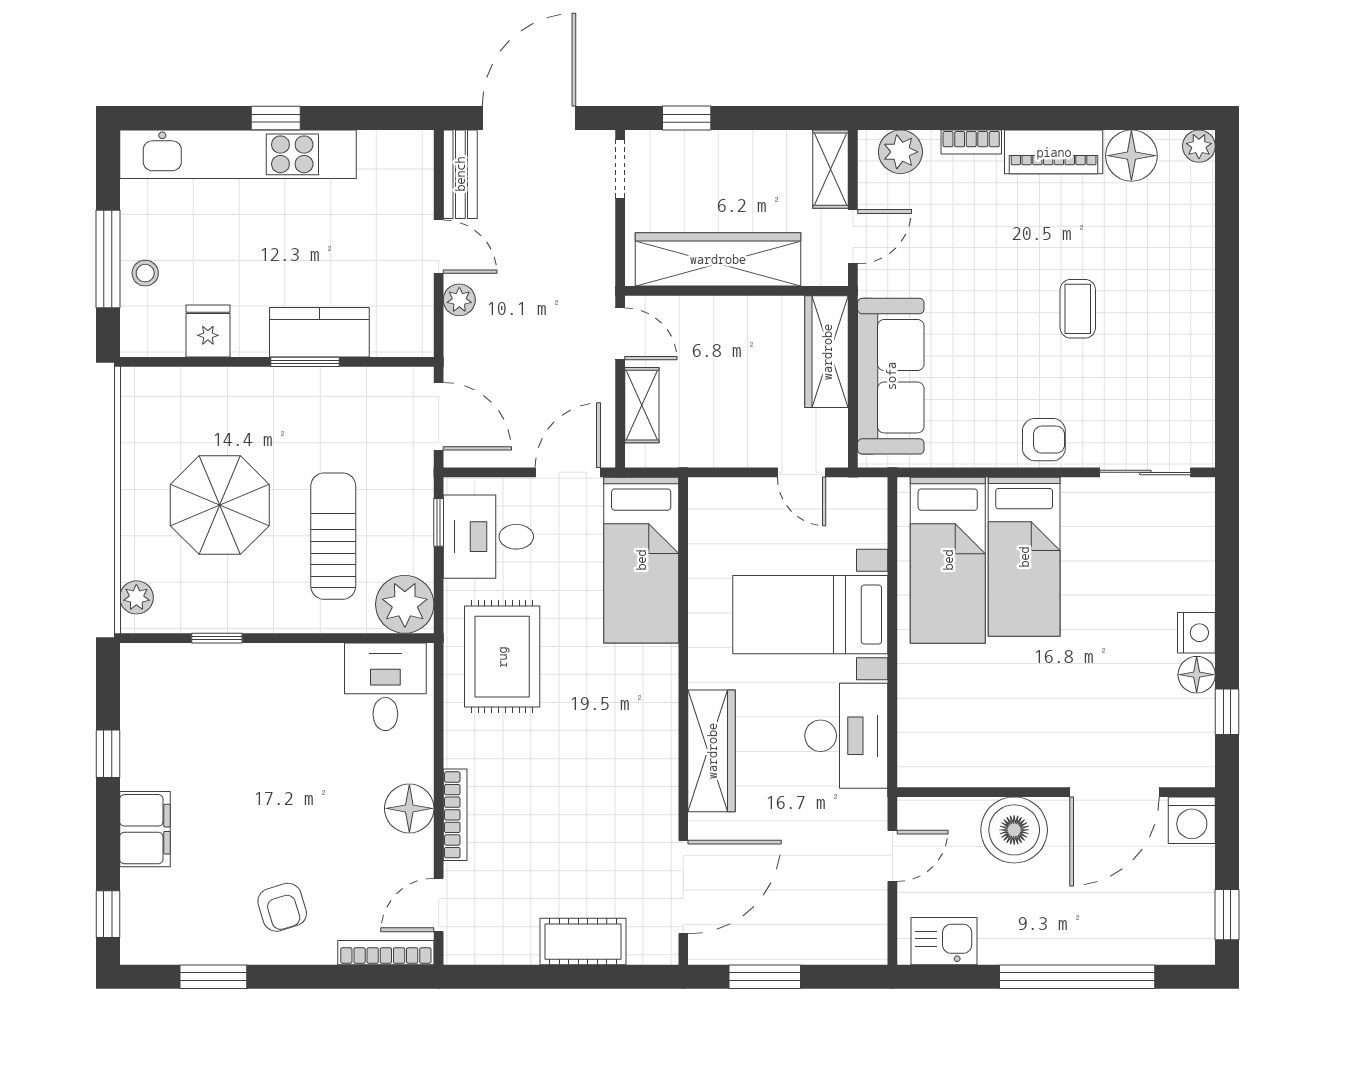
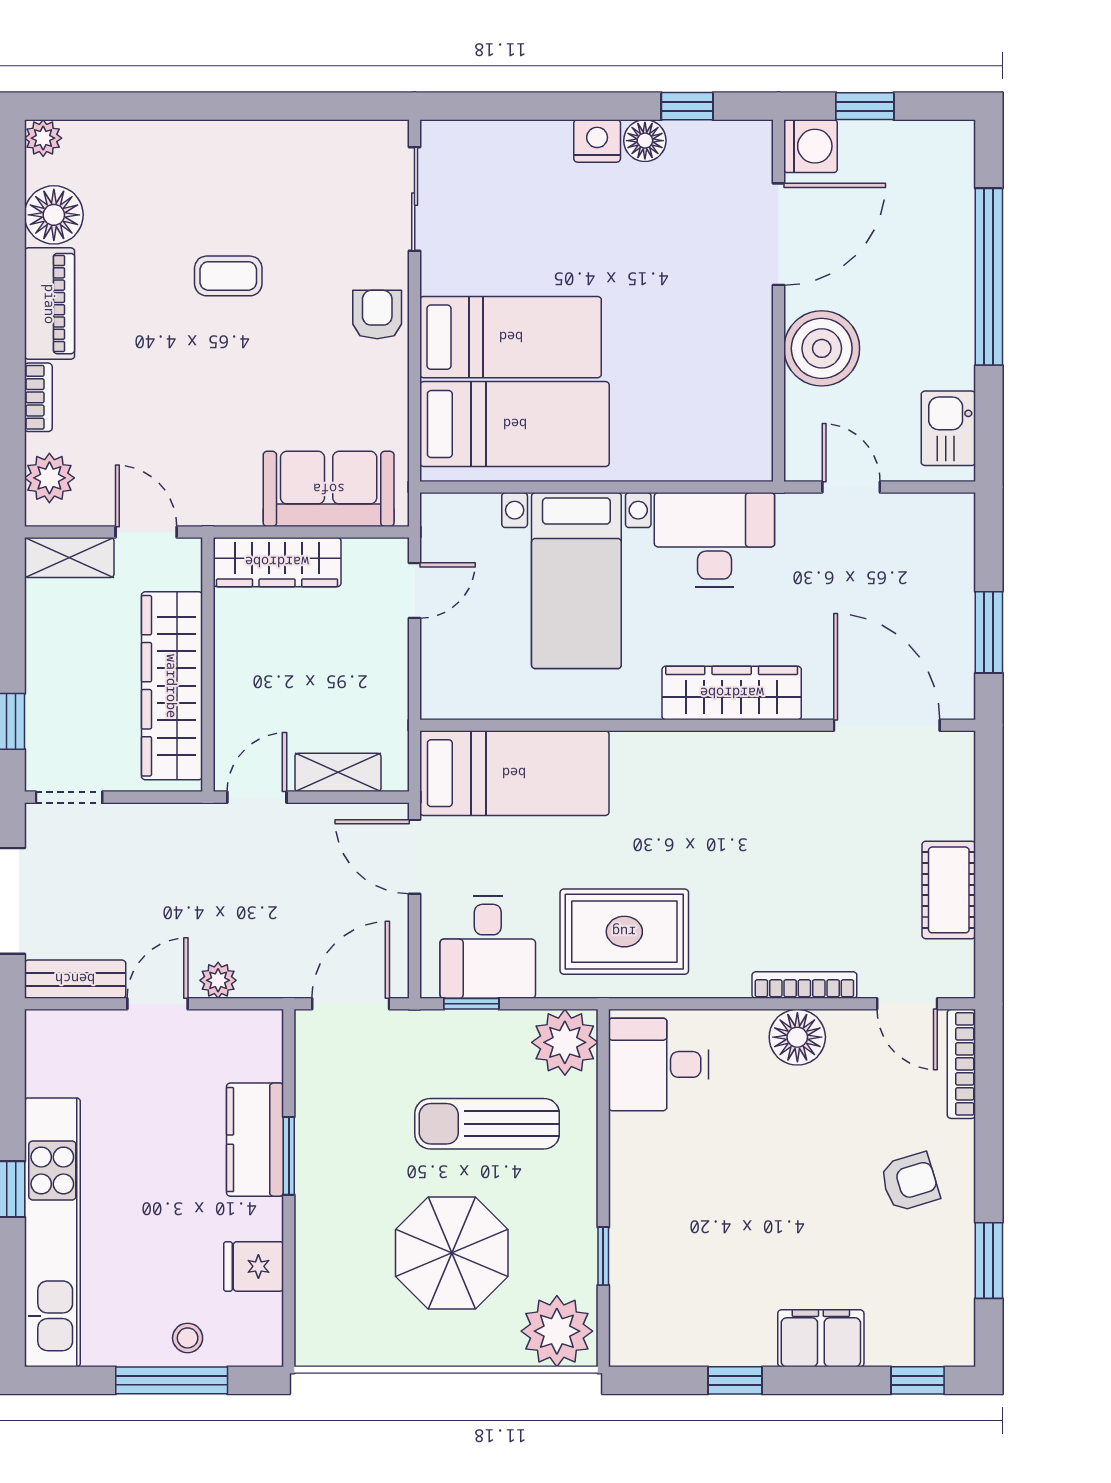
sofa: (891, 376) -> (329, 489), width x0.73
plant: (136, 597) -> (557, 1331), width x1.87, depth x1.87
door: (1114, 792) -> (779, 234), hinge flipped
window: (1227, 915) -> (865, 106), moved
cot: (583, 942) -> (949, 890), moved

